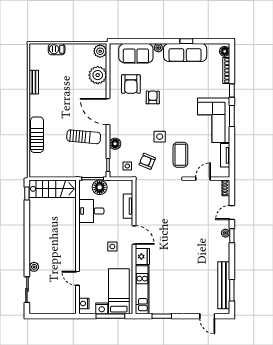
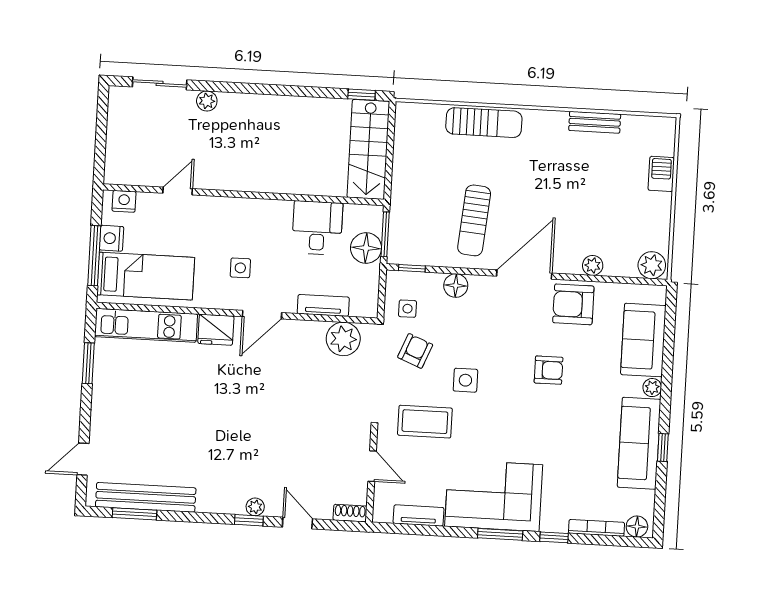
plant: (98, 75) -> (593, 265), width x0.53, depth x0.53
armchair: (131, 84) -> (573, 304), moved
plant: (143, 196) -> (343, 339), added

